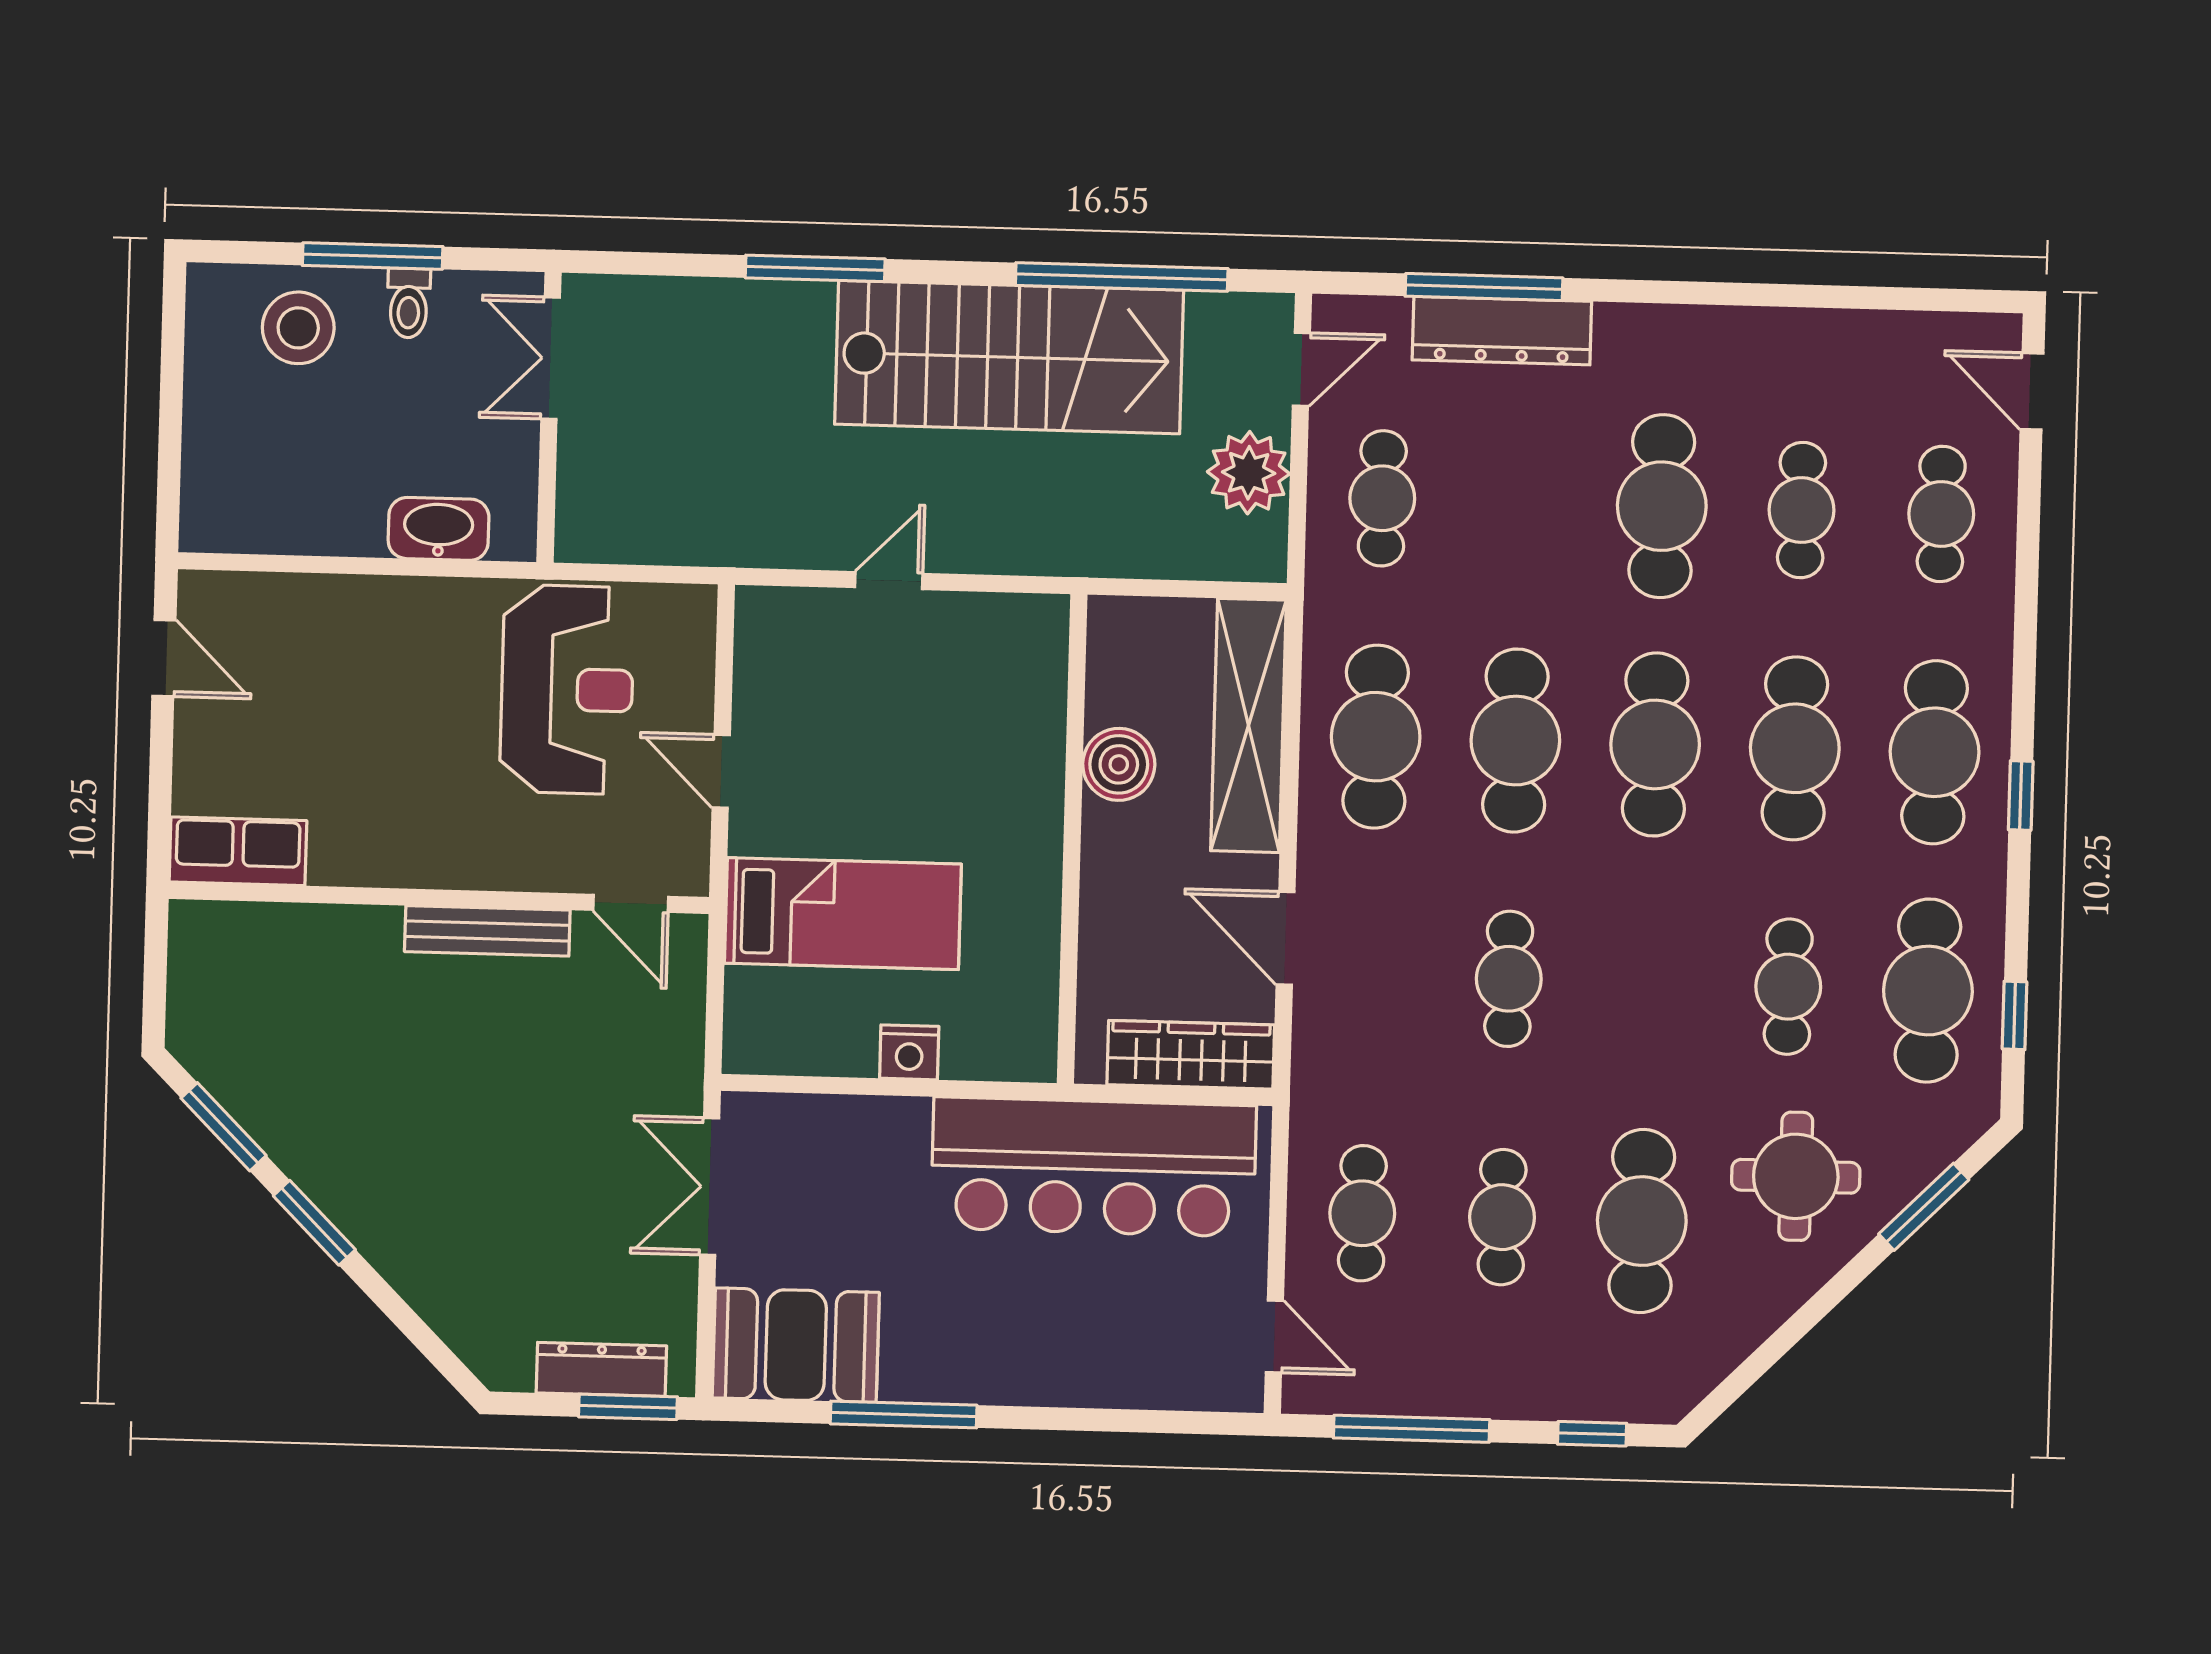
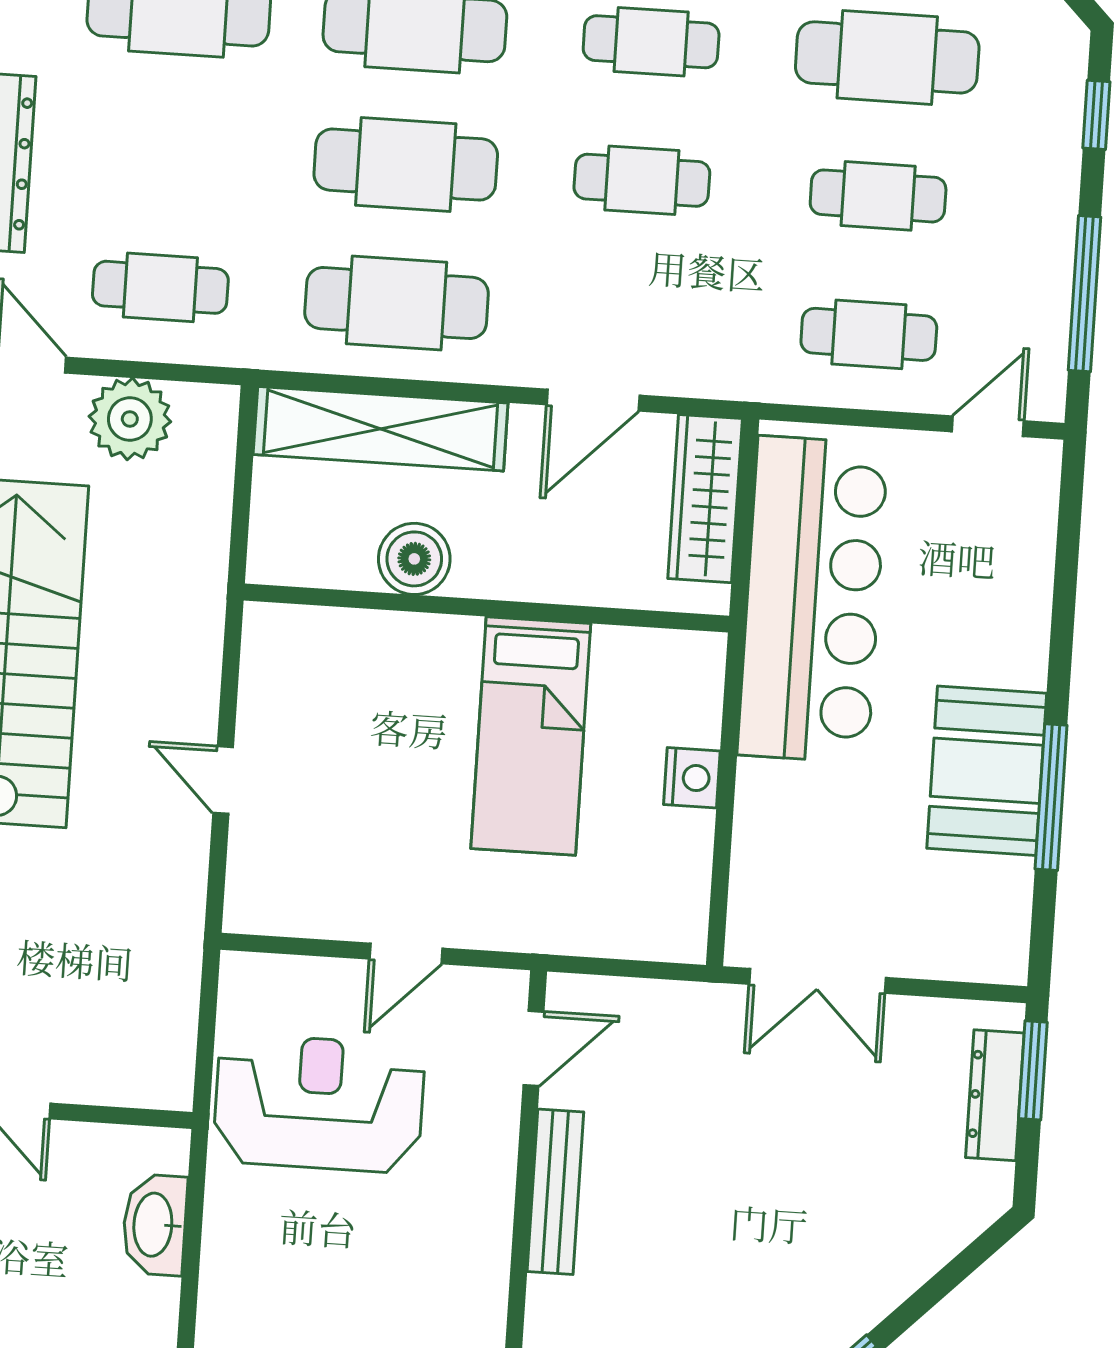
bed: (843, 914) -> (531, 736), moved, turned 180
cafe table: (1648, 983) -> (651, 42), added
booth: (796, 1345) -> (987, 771), moved

